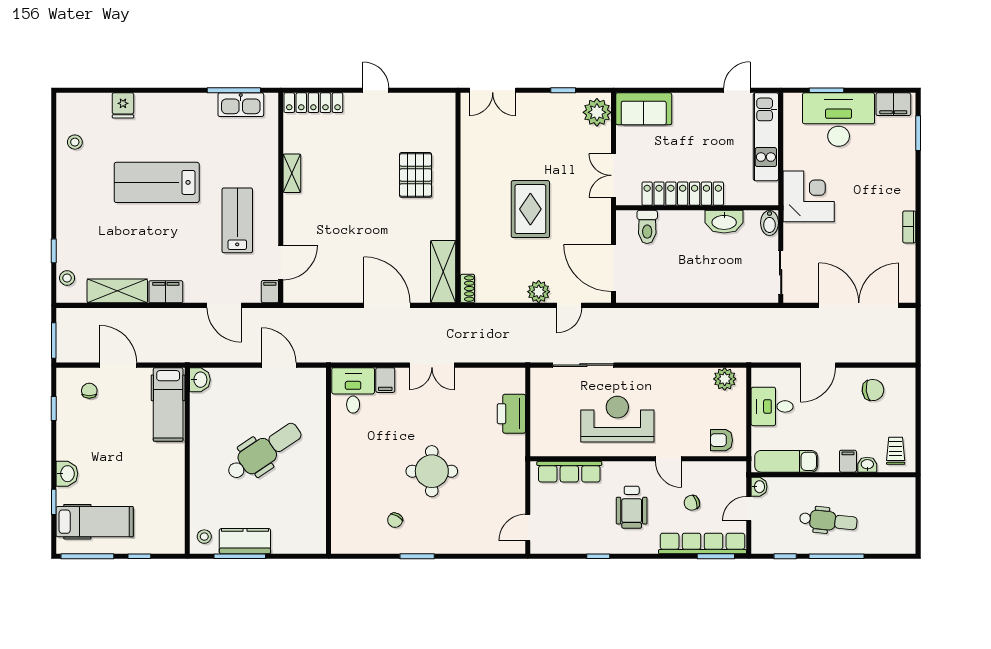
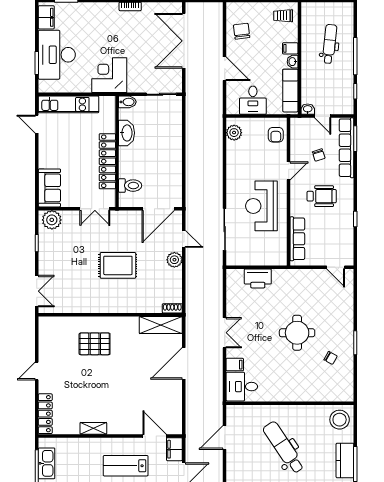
filing cabinet: (270, 292) -> (174, 449), width x2.00
washbasin: (867, 465) -> (293, 62), moved
dental chair: (828, 521) -> (330, 44), moved
stool: (305, 533) -> (340, 420), added

